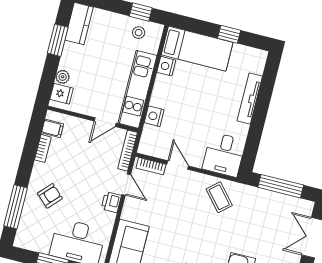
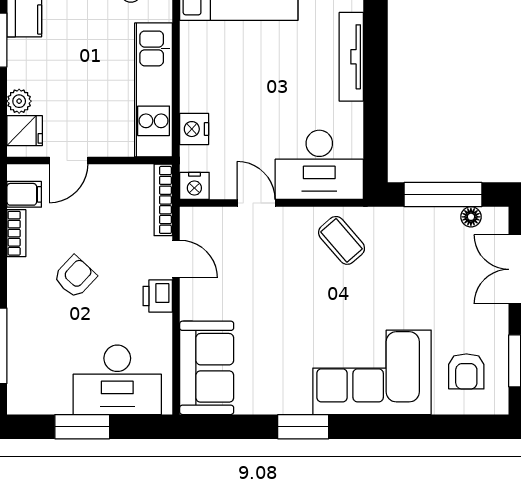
nightstand: (166, 66) -> (194, 186), moved, turned -90
door: (105, 122) -> (69, 161), moved
desk: (224, 155) -> (319, 165), width x1.37
bookcase: (151, 166) -> (210, 217), removed
armchair: (50, 196) -> (75, 277), moved
floor lamp: (293, 202) -> (471, 217), added

